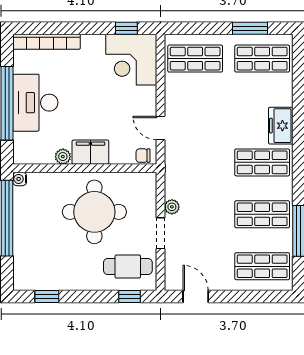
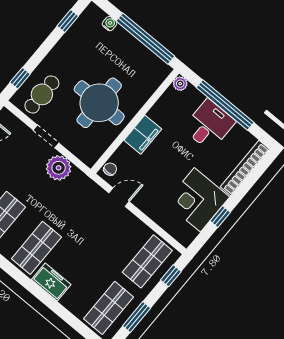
window: (126, 28) -> (220, 217), moved
window: (191, 28) -> (171, 276), added
corner desk: (131, 60) -> (197, 200), moved, turned -90
desk: (35, 103) -> (209, 125), width x0.73
plant: (63, 157) -> (180, 84), moved
water cooler: (20, 179) -> (110, 24), moved
plant: (172, 207) -> (59, 168), width x1.88, depth x1.88

